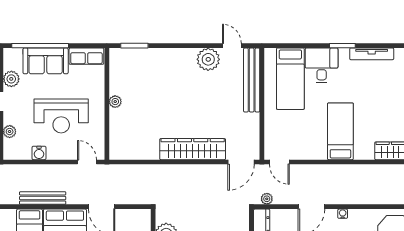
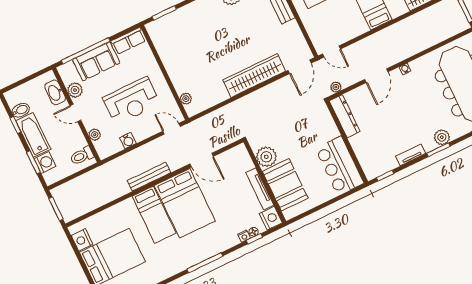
plant: (115, 102) -> (186, 99), moved

